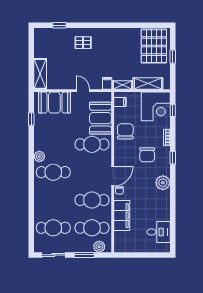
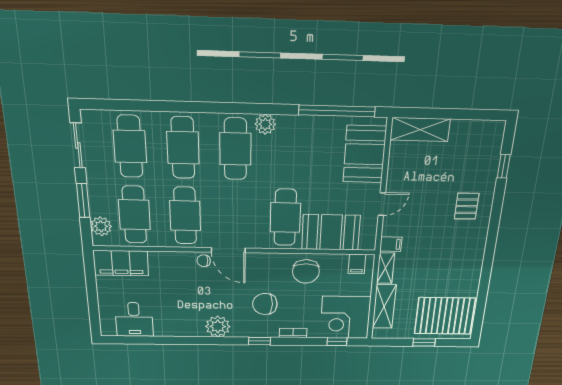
window: (31, 119) -> (337, 111), width x3.17
chair: (125, 131) -> (306, 271), turned 90
cafe table: (53, 200) -> (183, 148), added
filing cabinet: (122, 216) -> (121, 263), moved

